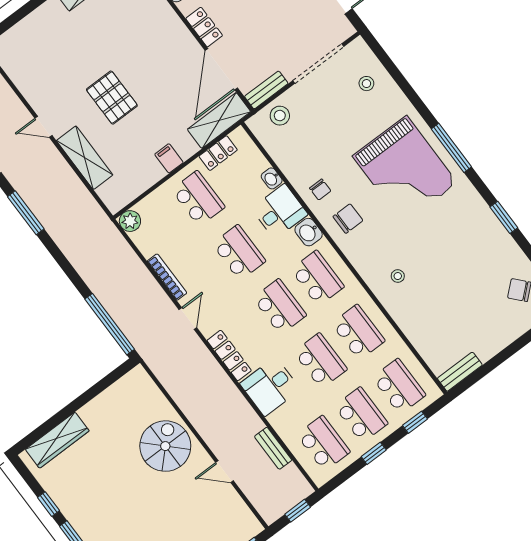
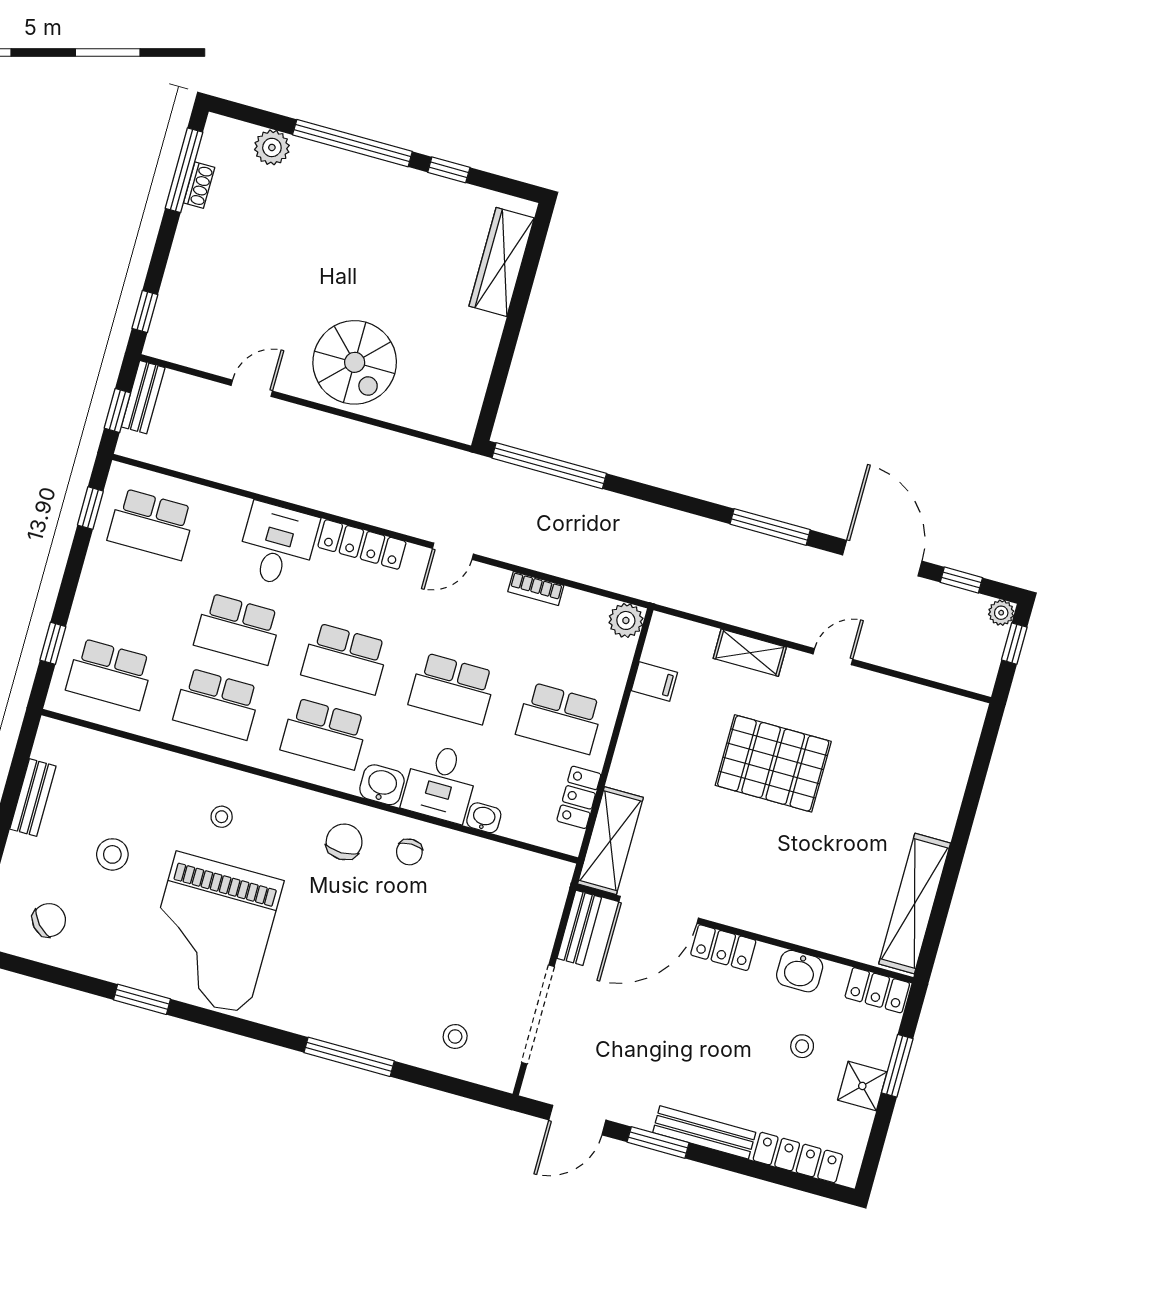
door: (221, 69) -> (659, 910), swing flipped
pallet: (112, 98) -> (773, 763), width x1.37, depth x1.41
stool: (280, 116) -> (112, 854), moved
window: (451, 148) -> (349, 1057), moved
shelving: (85, 158) -> (750, 653), width x0.67, depth x0.75
filing cabinet: (169, 158) -> (654, 681), moved
grand piano: (405, 170) -> (212, 933), moved, turned -90
chair: (320, 190) -> (409, 852), turned -90
chair: (348, 219) -> (344, 842), turned 180
bookcase: (167, 277) -> (536, 588), width x0.64
door: (188, 318) -> (453, 551), hinge flipped
bench: (460, 372) -> (33, 798), moved
school desk: (361, 415) -> (130, 599), removed
bench: (273, 448) -> (143, 397), moved, turned 90
window: (374, 453) -> (90, 508), moved

